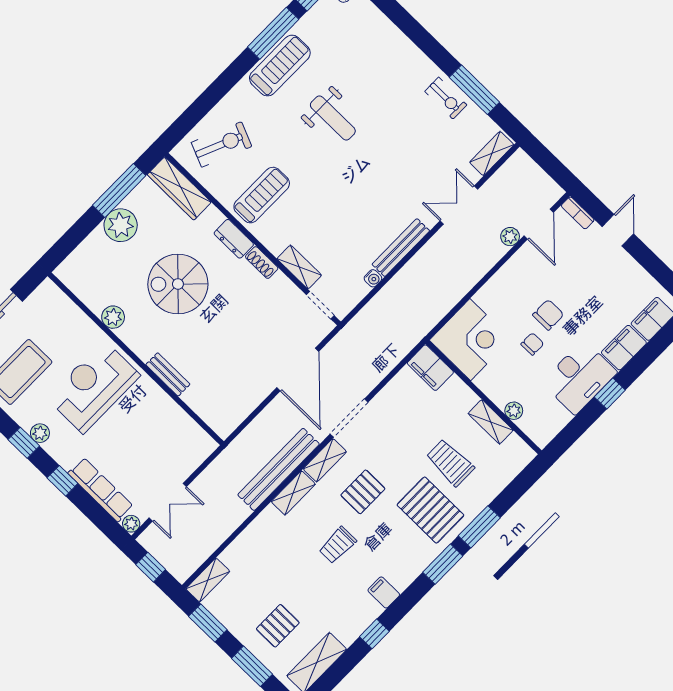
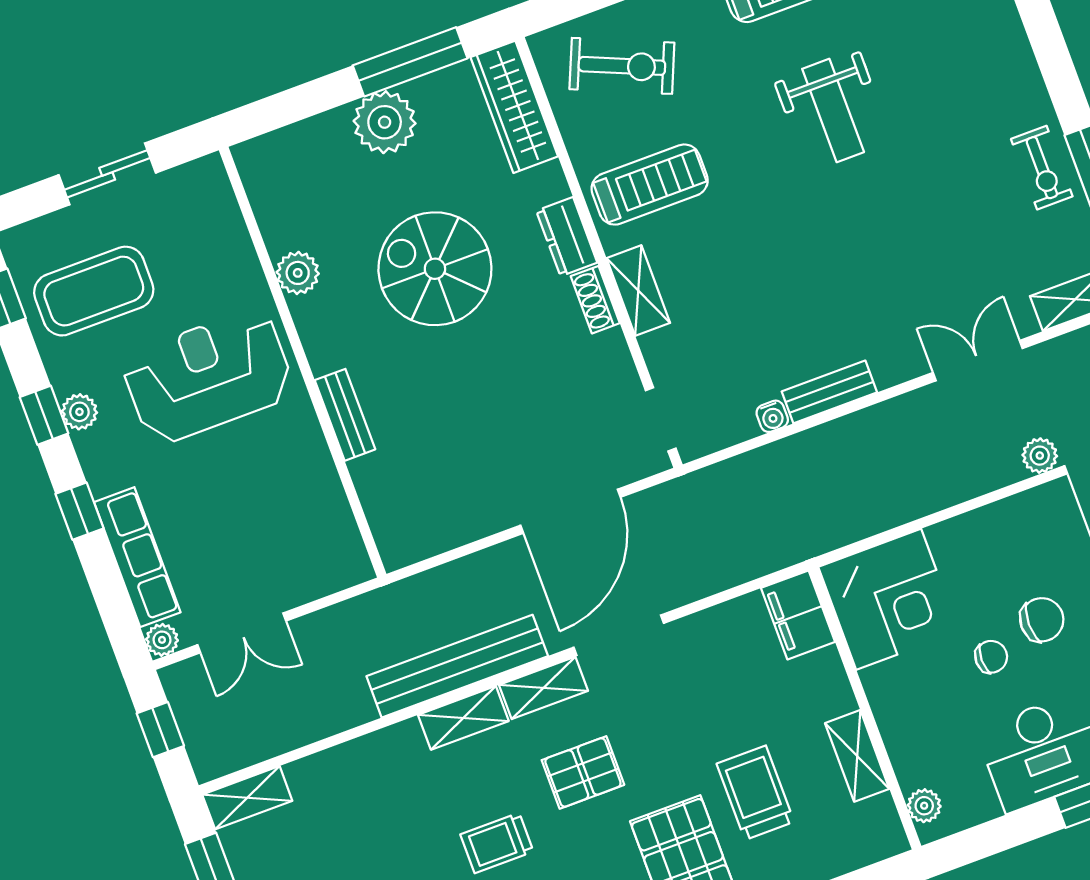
bench: (401, 248) -> (829, 392), width x0.73
shelving: (299, 267) -> (638, 290), moved
plant: (514, 411) -> (924, 806), moved

